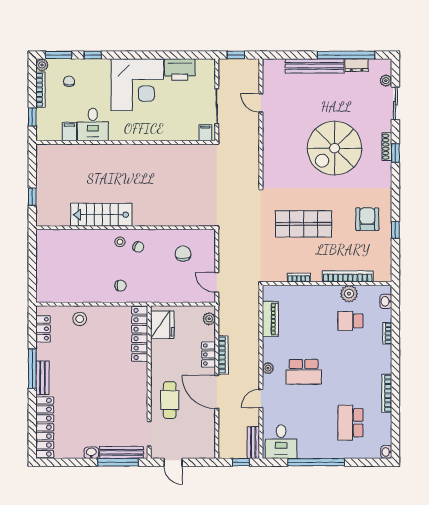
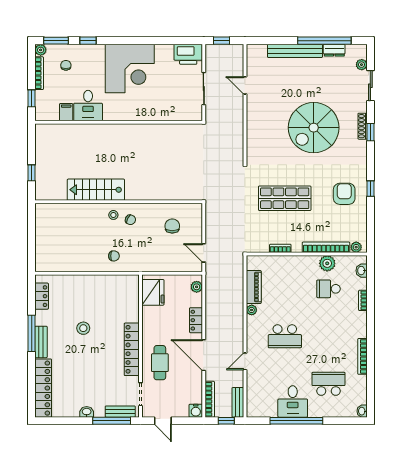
printer: (180, 70) -> (188, 54), moved
filing cabinet: (205, 133) -> (193, 113), removed
window: (395, 230) -> (370, 189), moved
plant: (380, 276) -> (356, 247), added
stool: (80, 319) -> (83, 328), moved
locker: (140, 334) -> (132, 349), moved
bookcase: (223, 355) -> (210, 399), moved
plant: (268, 368) -> (252, 310), moved
school desk: (350, 423) -> (328, 384), turned 90
desk: (281, 442) -> (293, 401), moved
water cooler: (208, 451) -> (196, 411), added
bench: (121, 452) -> (120, 412), width x0.73

